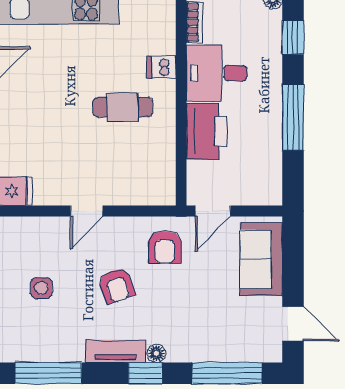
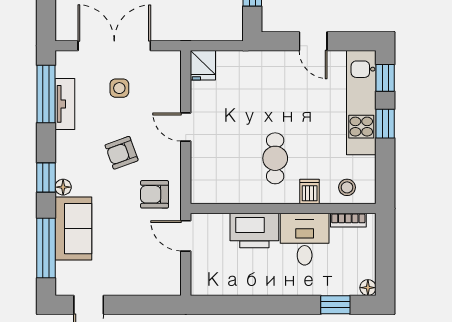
stool: (157, 24) -> (347, 187), added
window: (293, 117) -> (266, 305), removed
sofa: (261, 259) -> (73, 229), moved, turned 90
tv unit: (115, 351) -> (65, 104), moved

